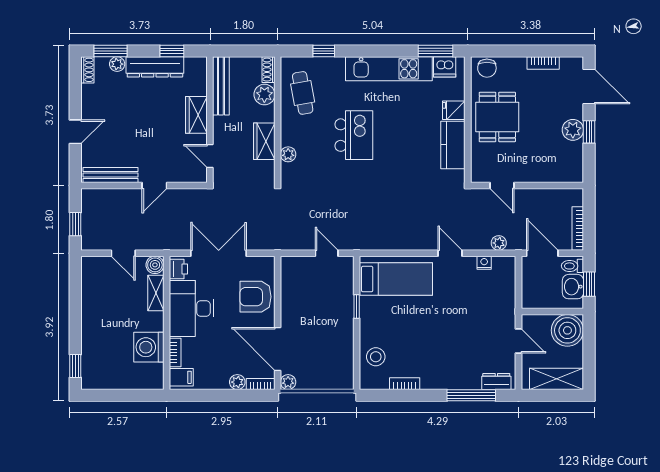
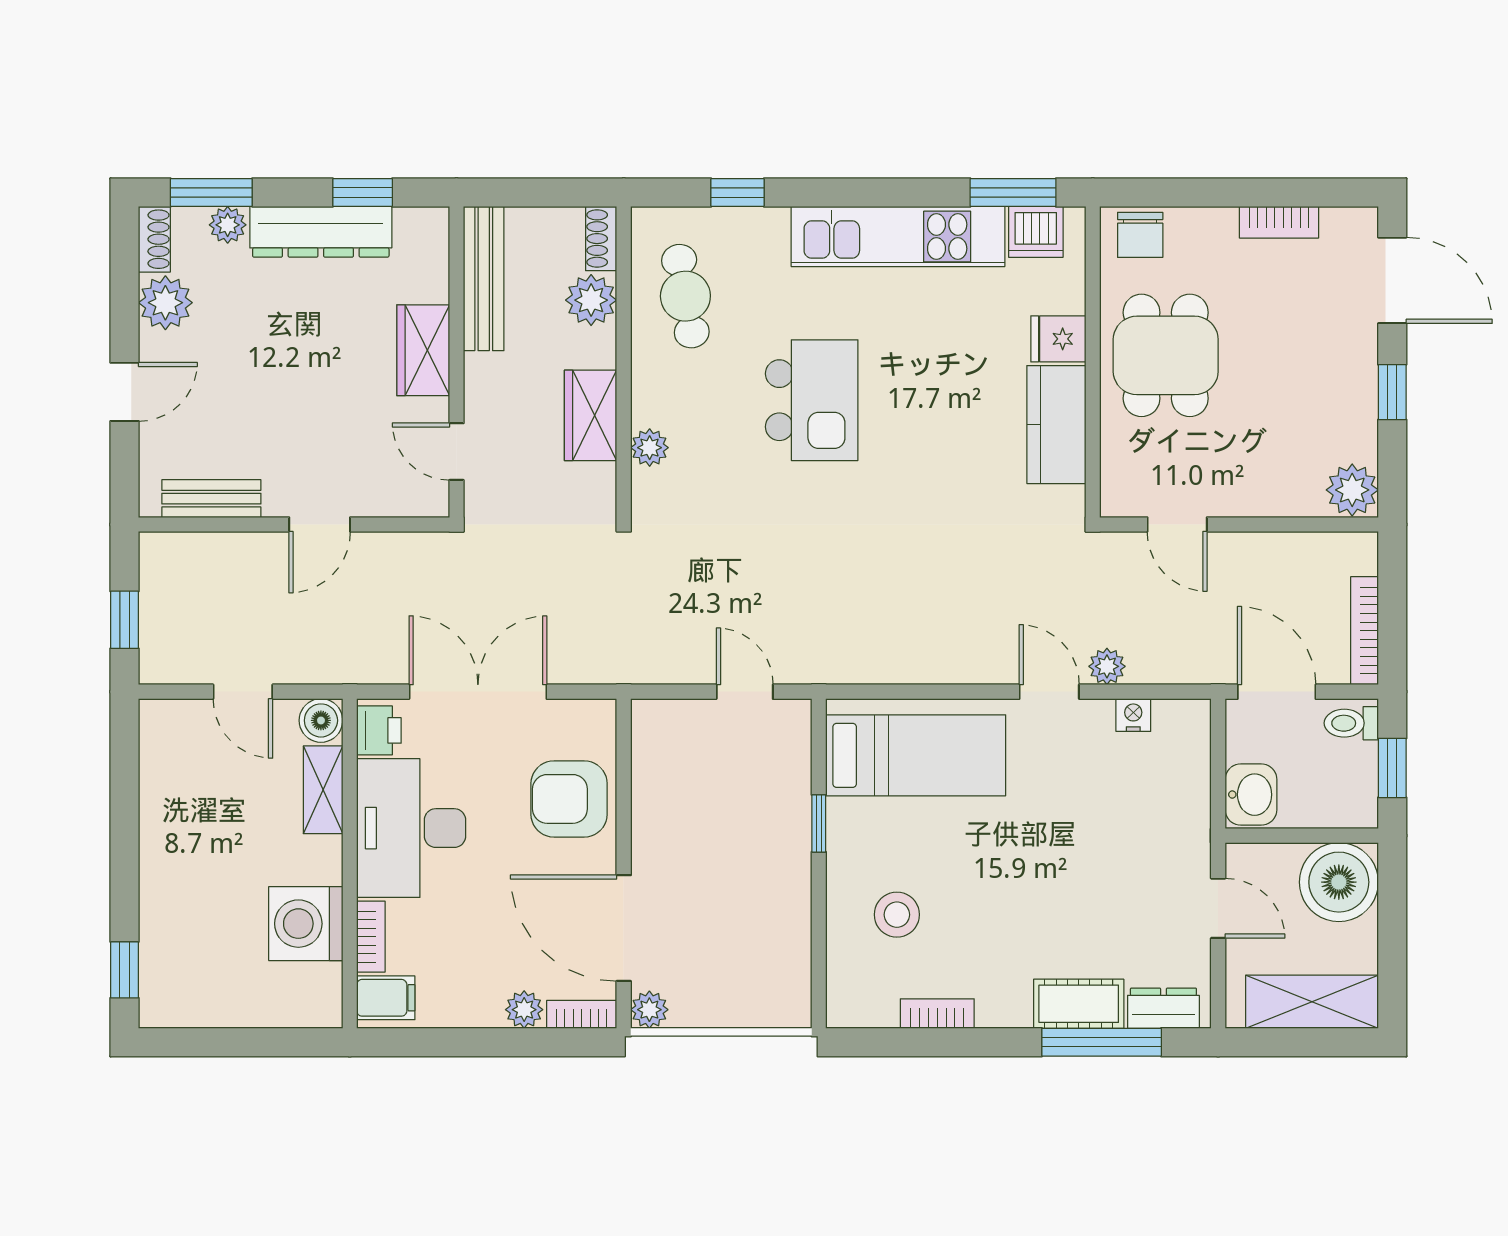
plant: (92, 96) -> (165, 303), added
plant: (573, 130) -> (1352, 490), moved
bench: (111, 175) -> (211, 499), width x0.73
plant: (499, 243) -> (1107, 666), moved
washbasin: (573, 287) -> (1251, 795), moved, turned 180
stool: (376, 357) -> (897, 915), moved
cot: (462, 380) -> (1079, 1004), added

